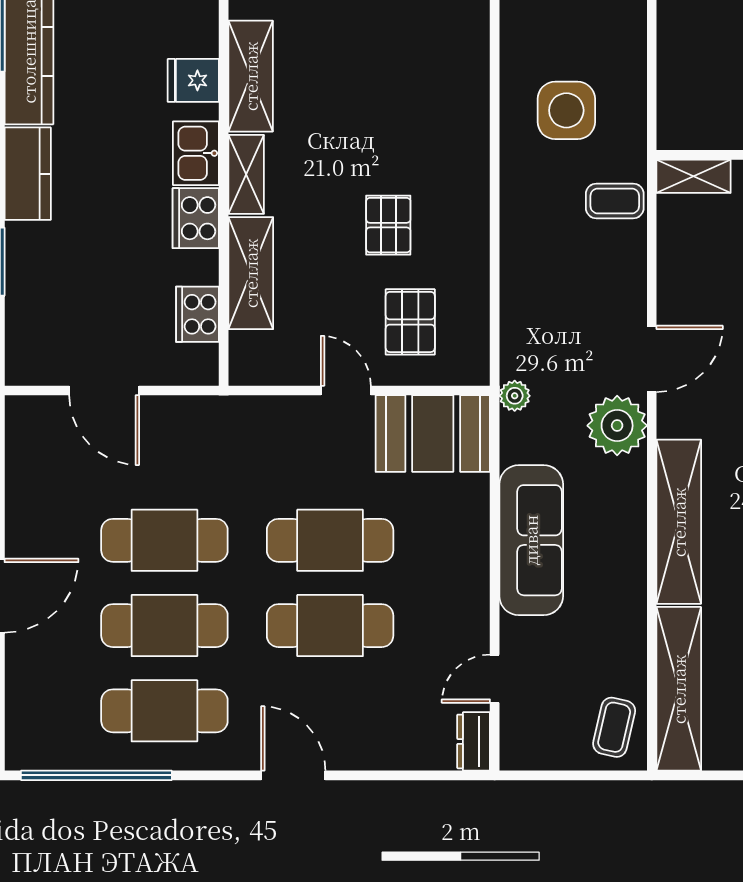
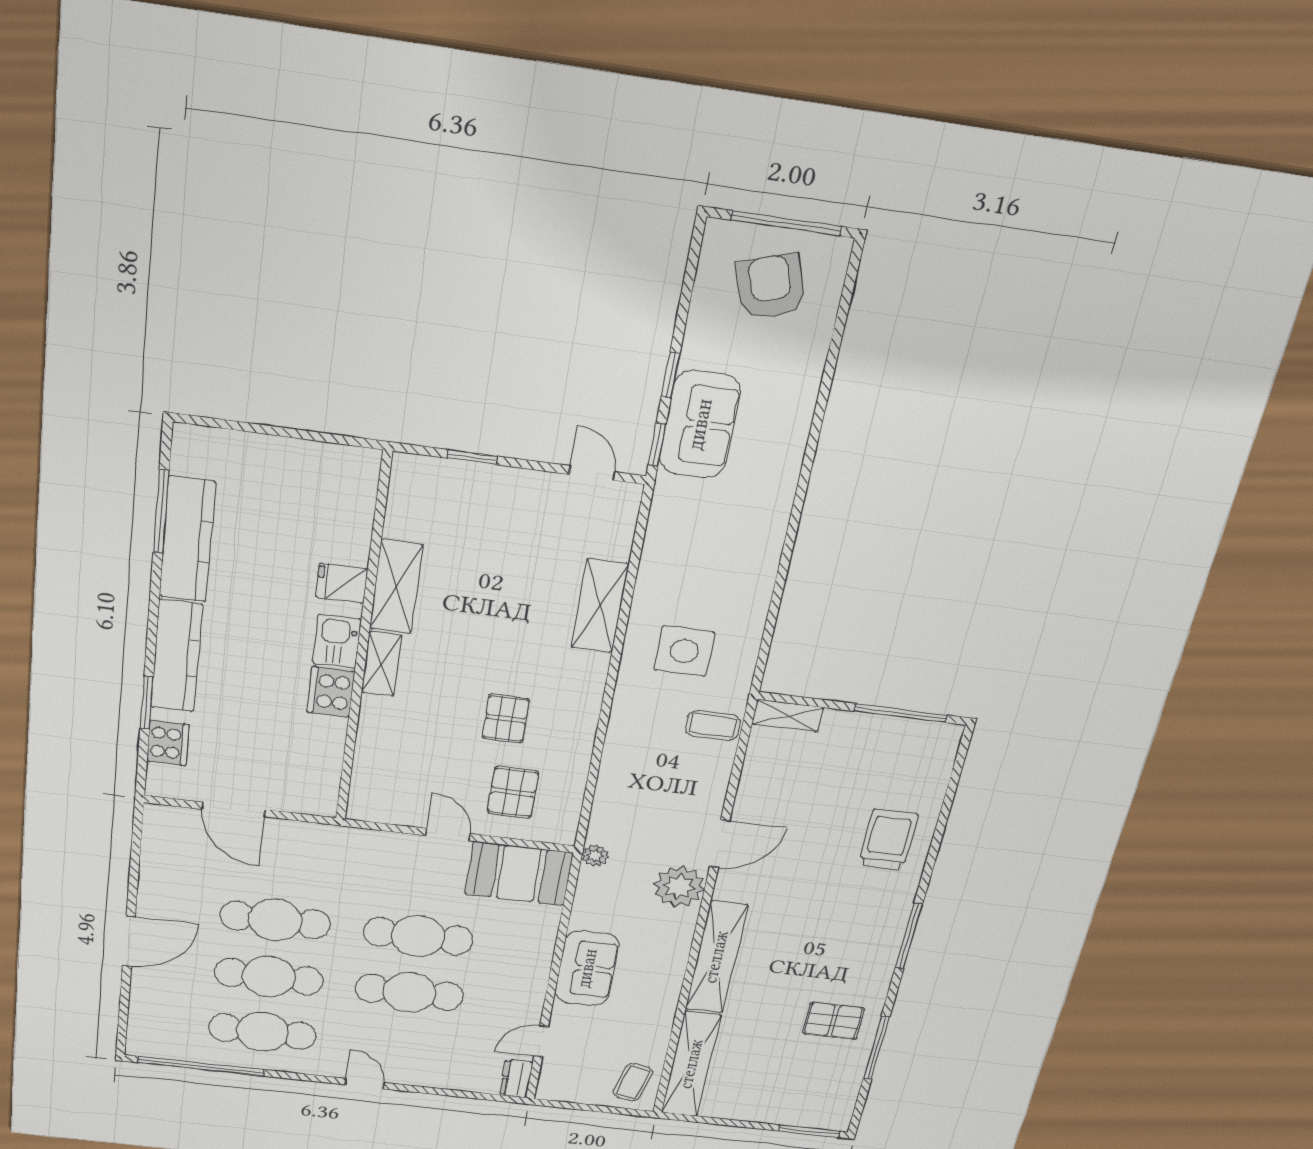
kitchen counter: (28, 174) -> (177, 656), width x1.50
shelving: (251, 273) -> (600, 606), moved
cooker: (198, 314) -> (168, 743), moved, turned 180
sofa: (531, 540) -> (587, 968), width x0.73
door: (293, 775) -> (365, 1084), width x0.73

